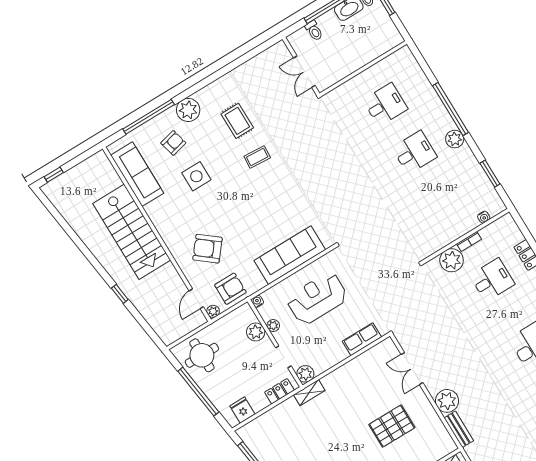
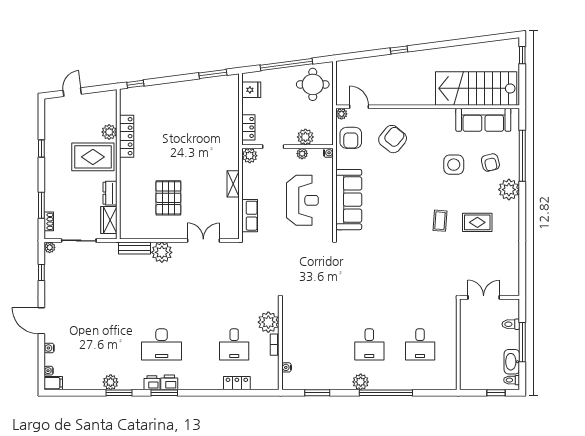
stairs: (132, 232) -> (476, 88), moved
shelving: (309, 393) -> (233, 184), moved

